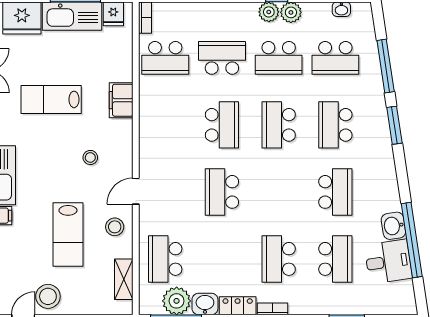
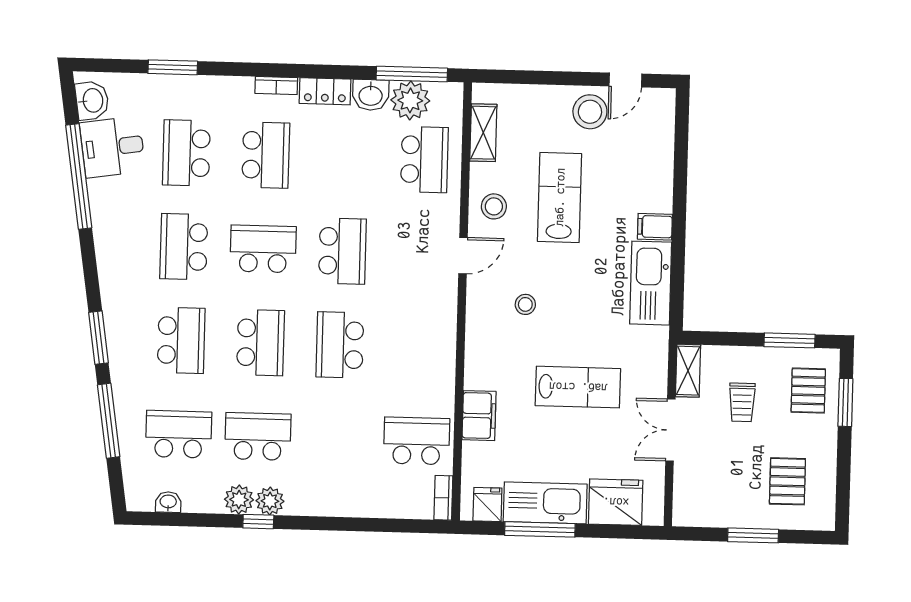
school desk: (222, 58) -> (263, 249), moved, turned 180
filing cabinet: (121, 100) -> (479, 416), moved
washbasin: (393, 226) -> (92, 100), moved

